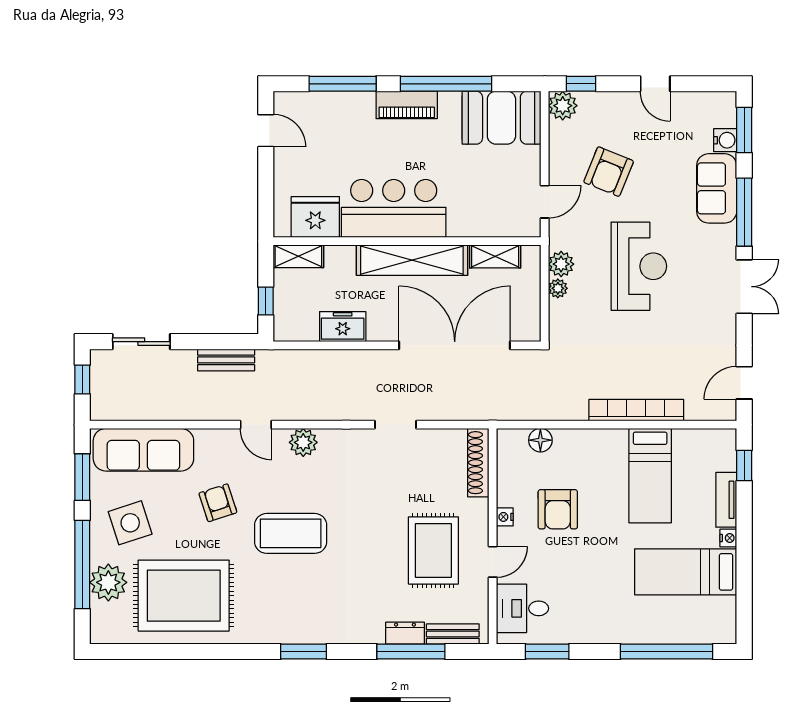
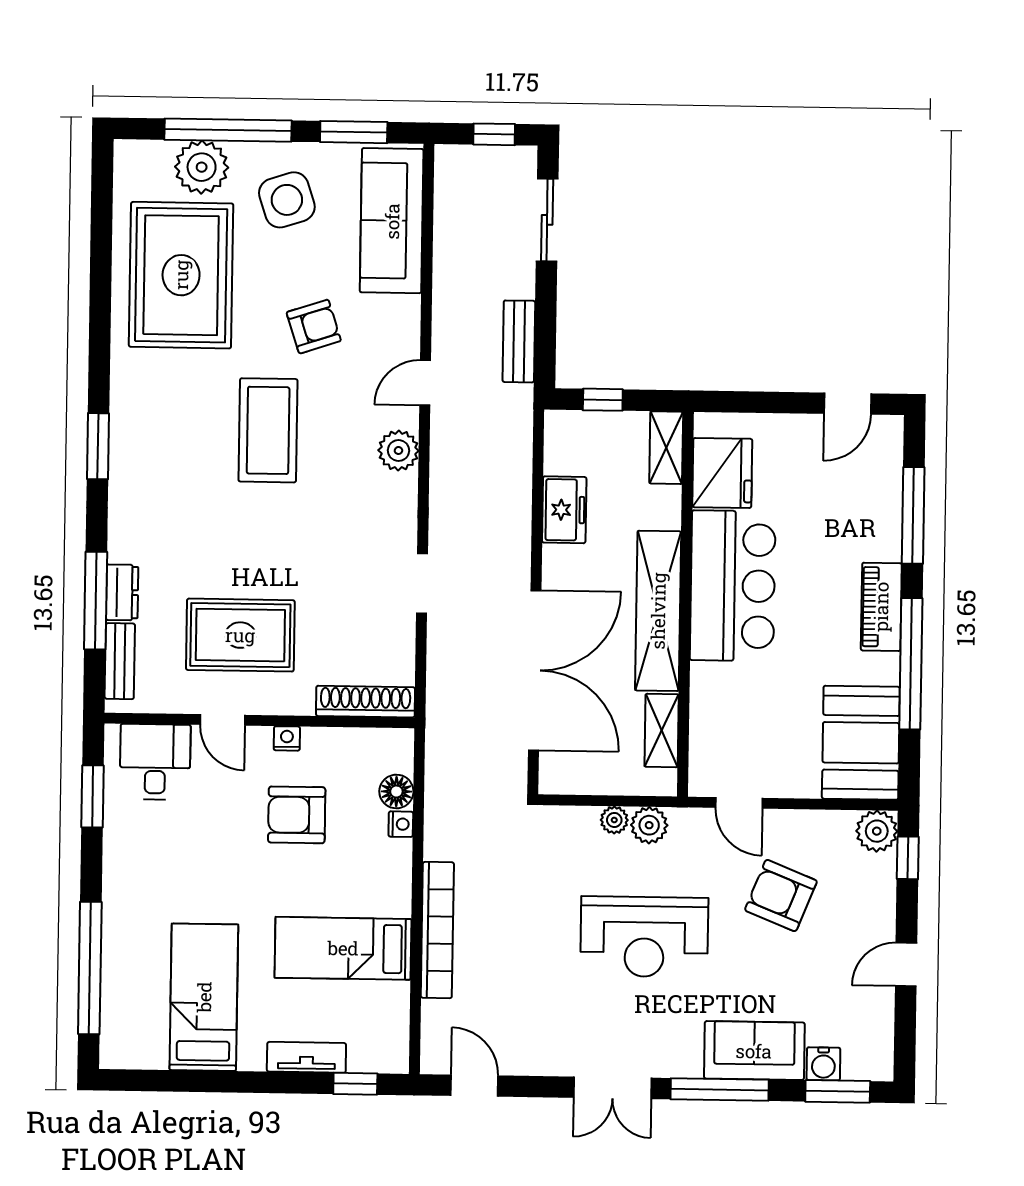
nightstand: (728, 538) -> (401, 824), moved, turned -90

